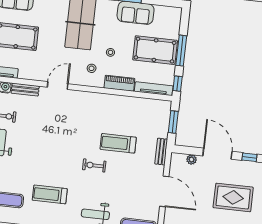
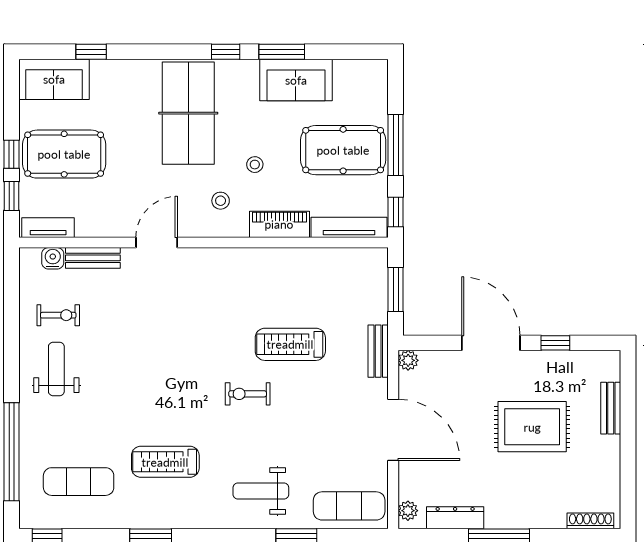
plant: (192, 160) -> (408, 360), moved

